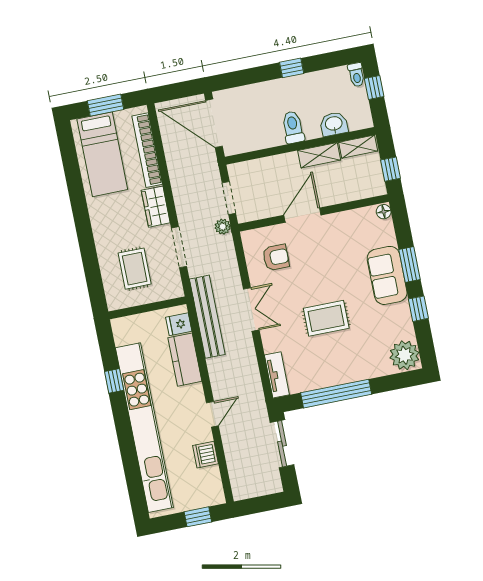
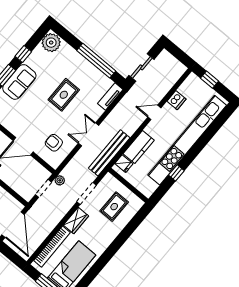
rug: (326, 318) -> (64, 95), turned 90

